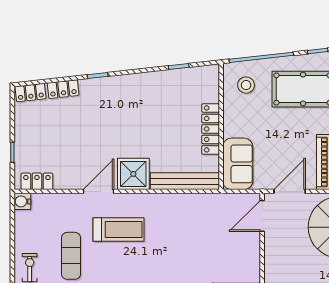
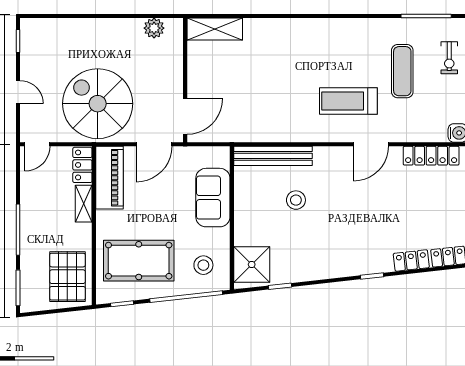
locker: (211, 129) -> (244, 215), removed
stool: (165, 142) -> (296, 200), added
sofa: (238, 164) -> (213, 198), moved
shower: (133, 174) -> (252, 264), moved
locker: (37, 181) -> (431, 156), width x1.53

